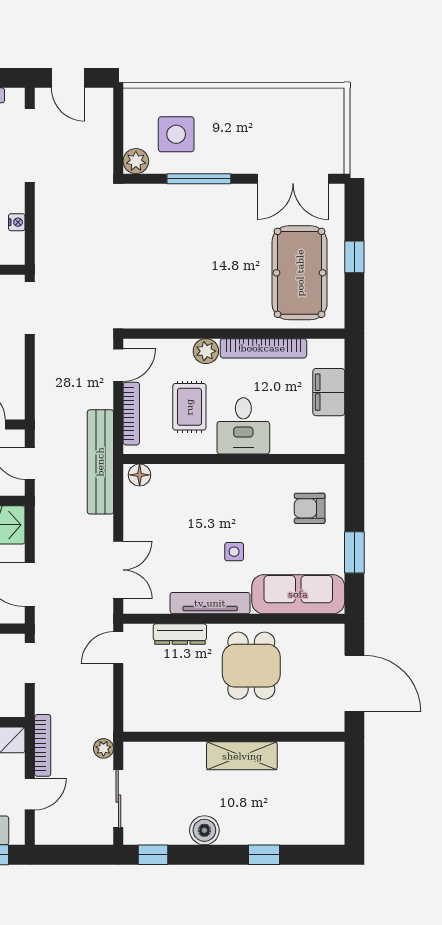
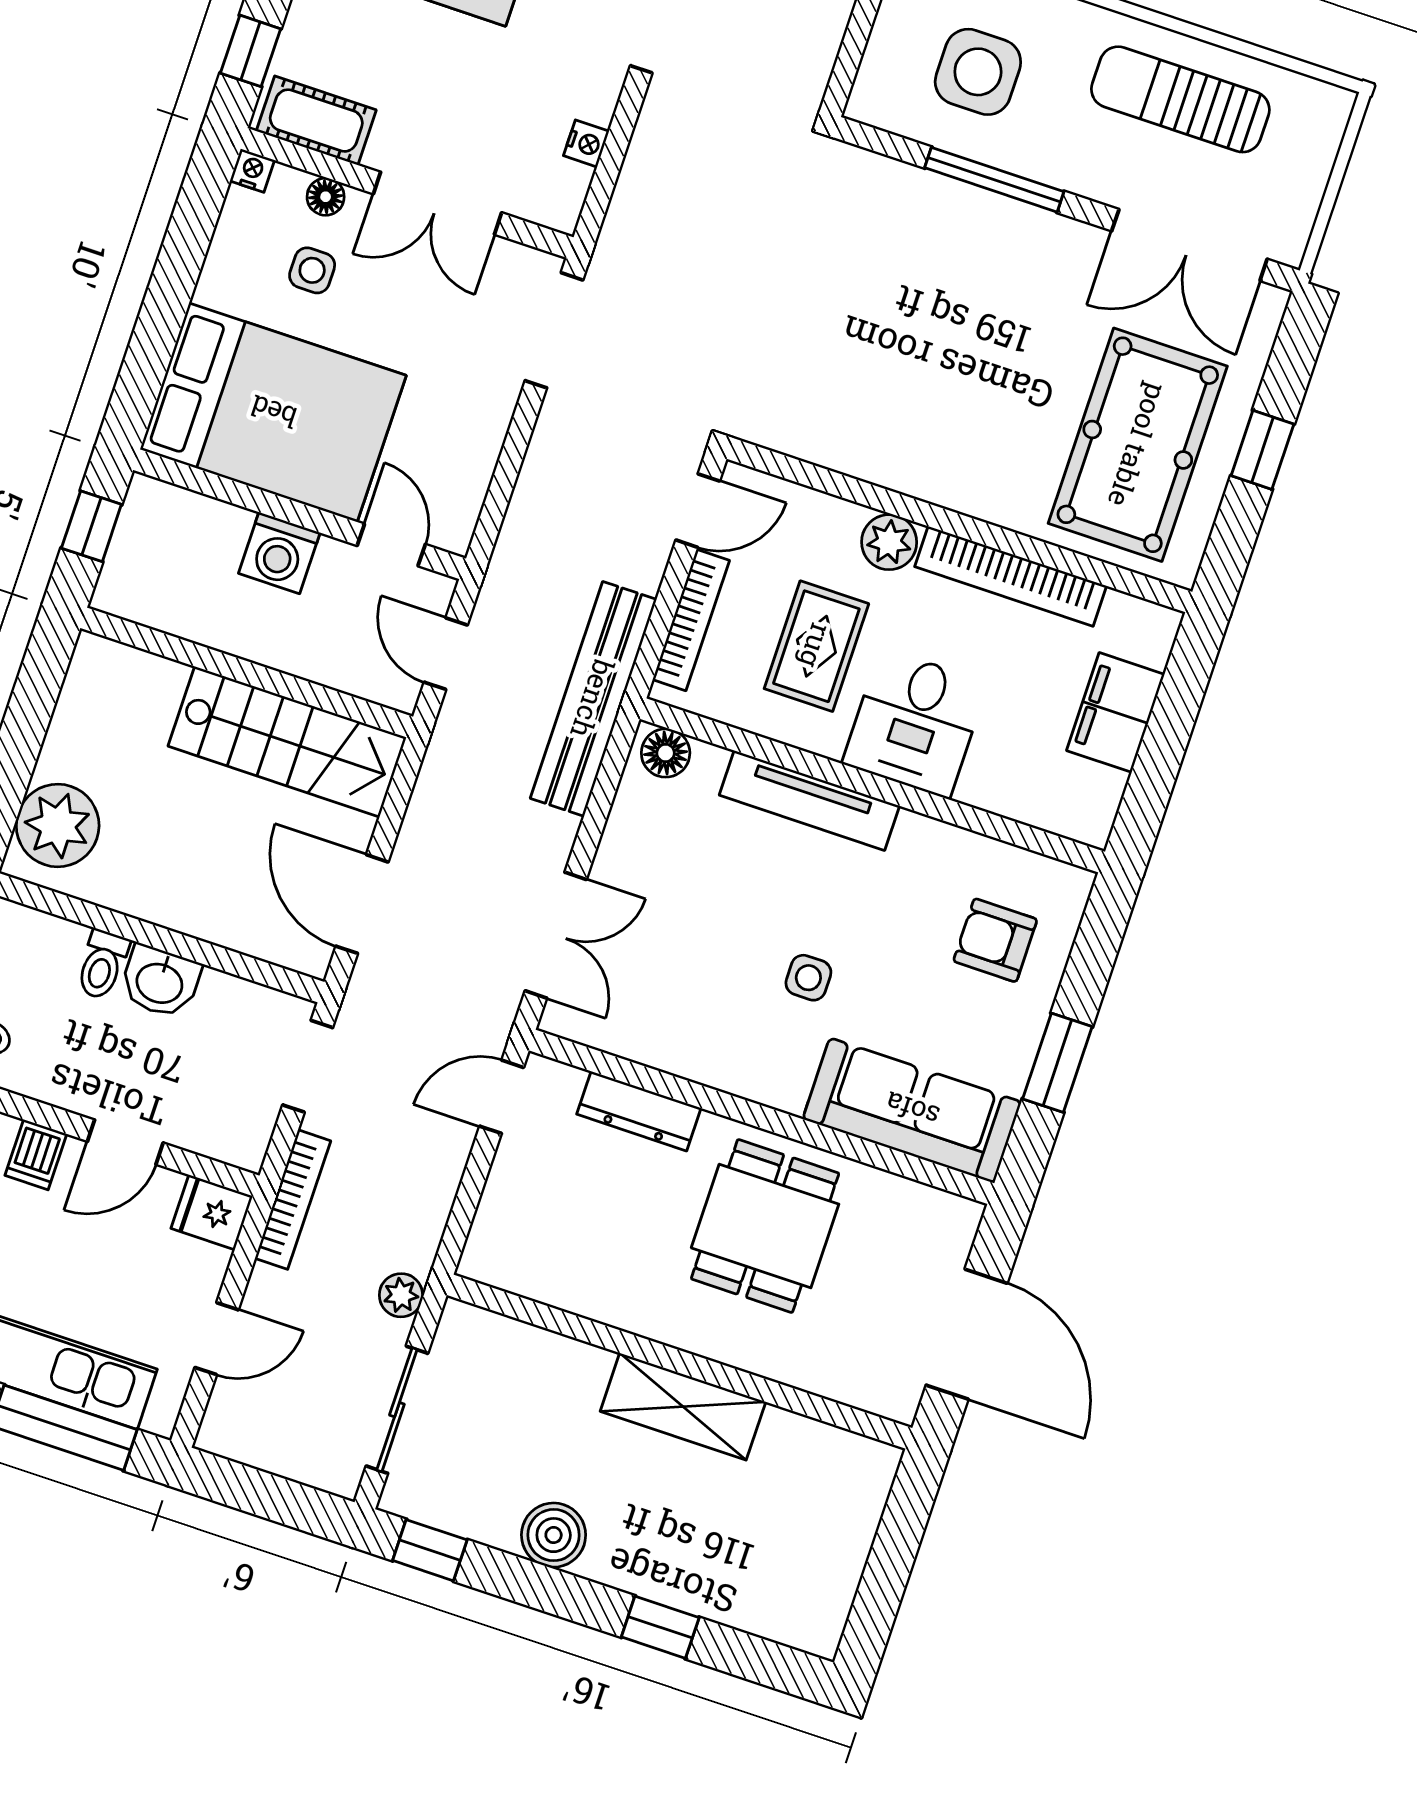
sun lounger: (268, 117) -> (1180, 99), added
plant: (136, 161) -> (876, 100), removed
tv unit: (210, 603) -> (809, 800), moved, turned 180
bookcase: (43, 745) -> (293, 1200), moved

